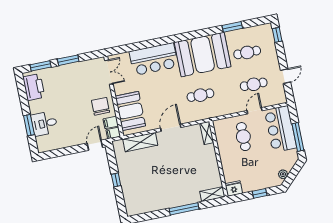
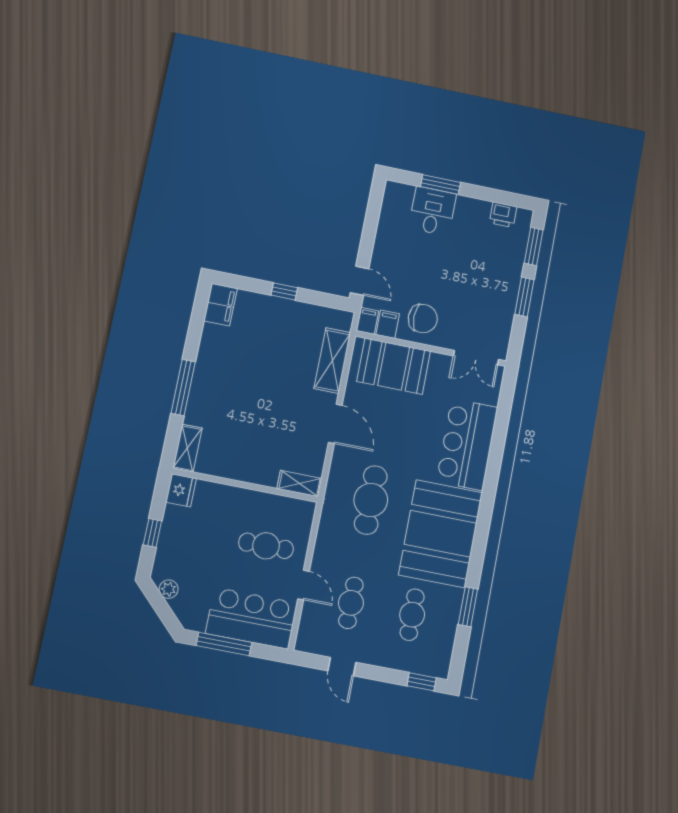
printer: (34, 87) -> (503, 215), width x0.53, depth x0.68
cafe table: (200, 95) -> (371, 500), width x1.37, depth x1.35
filing cabinet: (136, 208) -> (221, 305), added

